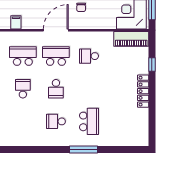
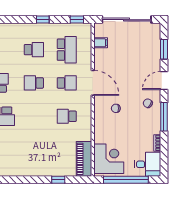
school desk: (56, 56) -> (67, 83), width x0.54
school desk: (89, 56) -> (67, 116), turned -90
locker: (143, 91) -> (31, 171), removed

